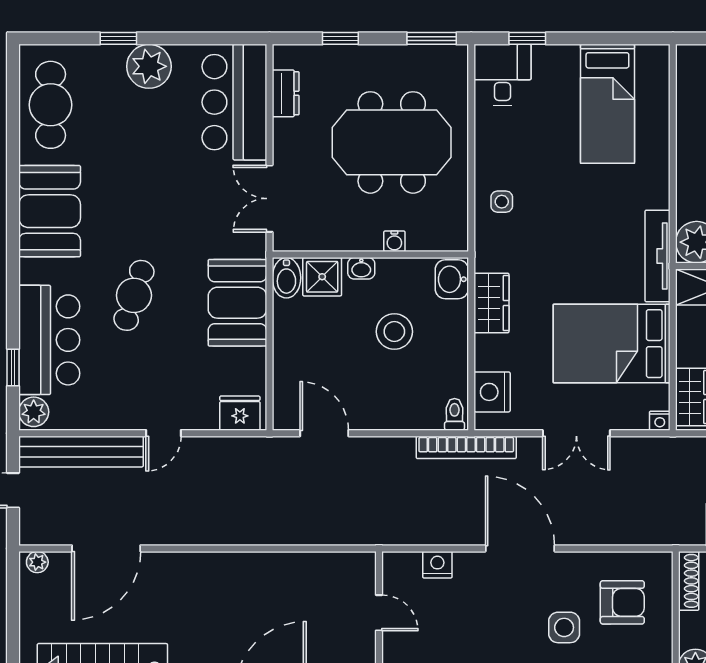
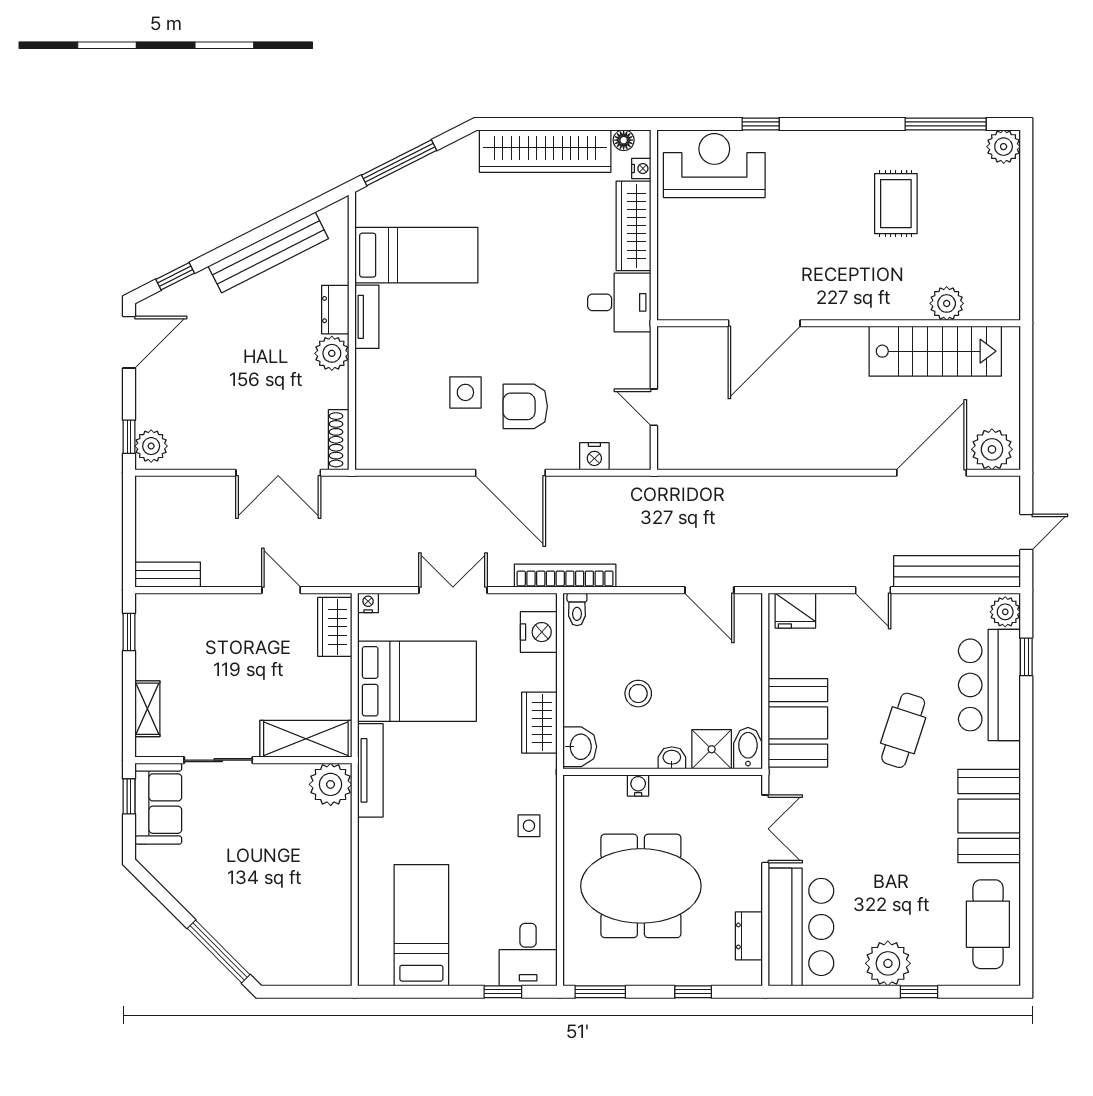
stool: (394, 332) -> (638, 694), width x0.73, depth x0.73
door: (163, 433) -> (873, 590), swing flipped
plant: (37, 562) -> (992, 449), width x1.87, depth x1.87
armchair: (622, 602) -> (525, 406), moved

